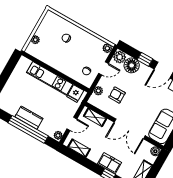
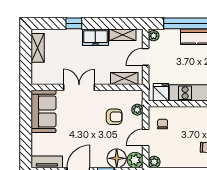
double door: (130, 129) -> (79, 87), width x0.73
boiler: (155, 151) -> (37, 79), removed
freezer: (109, 163) -> (95, 37), moved

